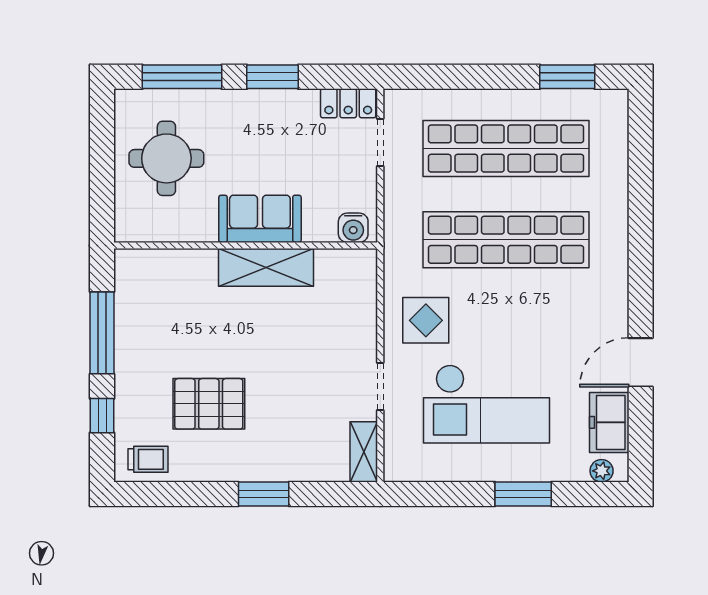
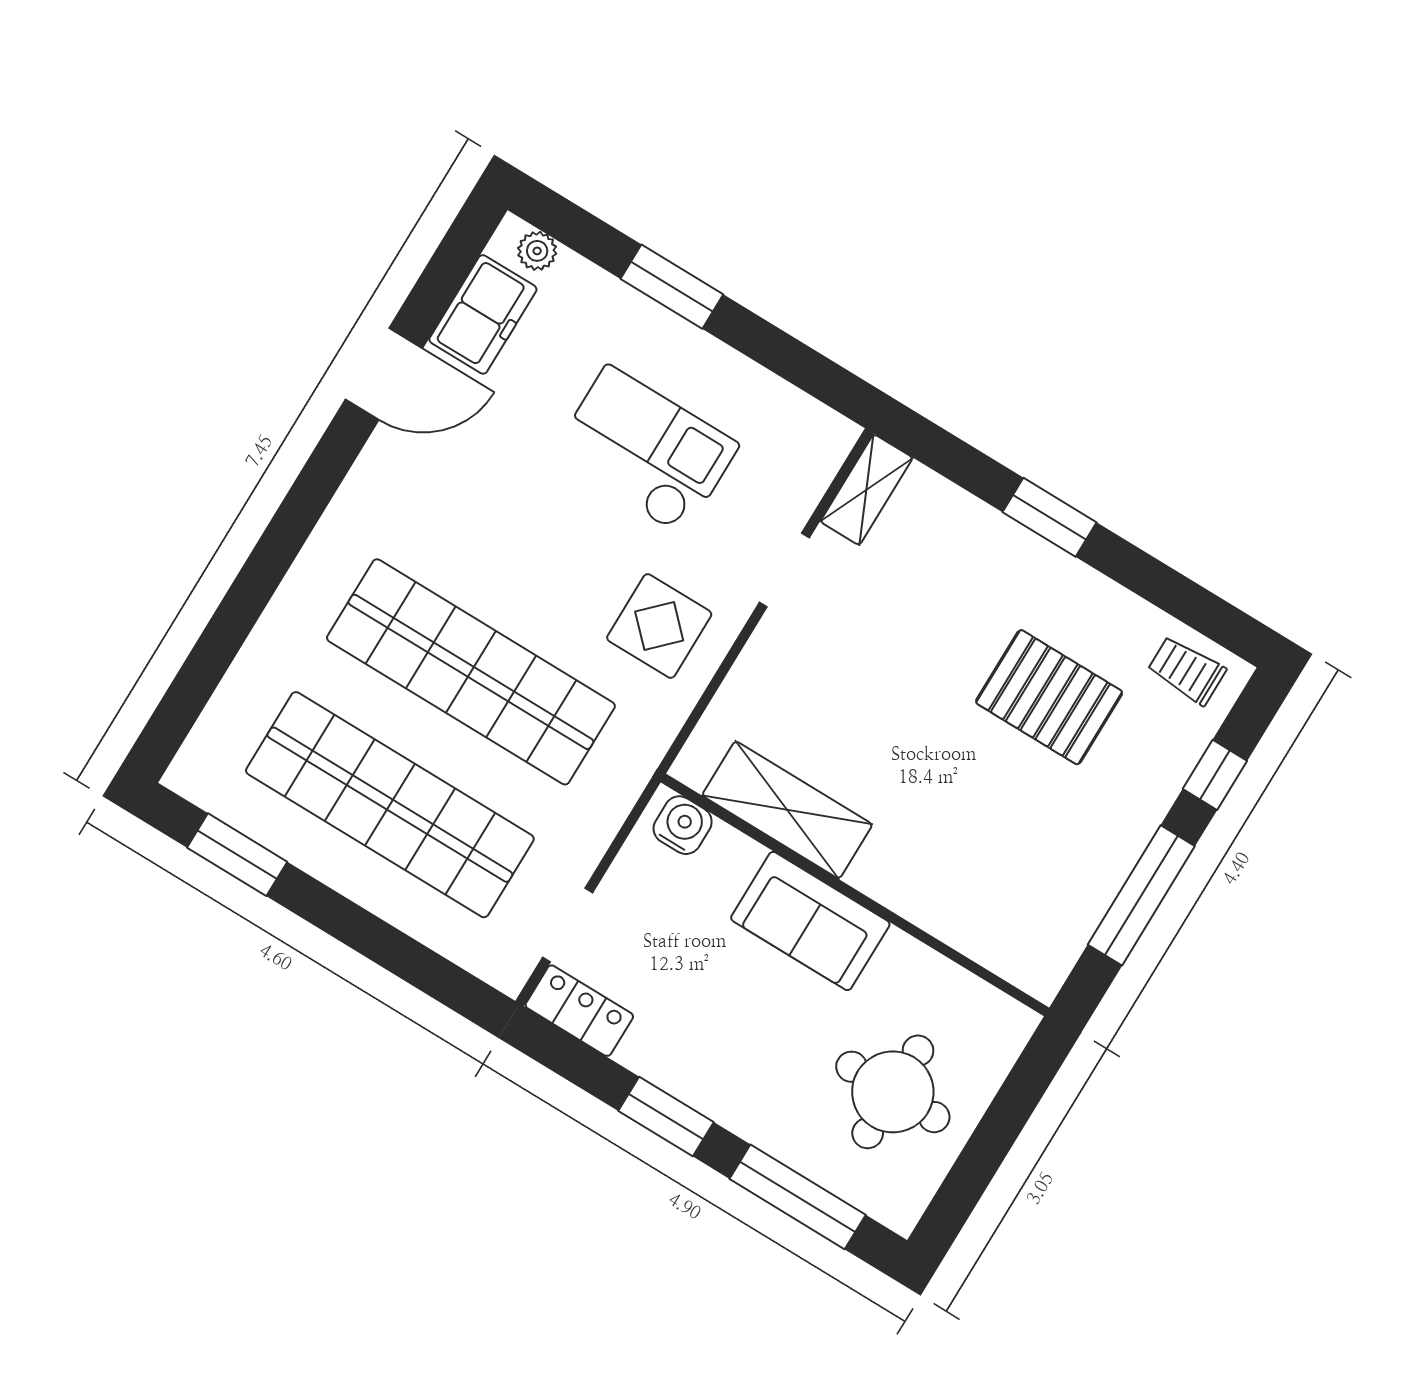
shelving: (266, 267) -> (787, 810), moved
checkout: (487, 404) -> (645, 450), width x0.73, depth x0.83

